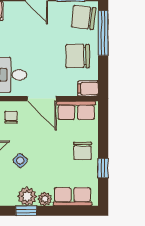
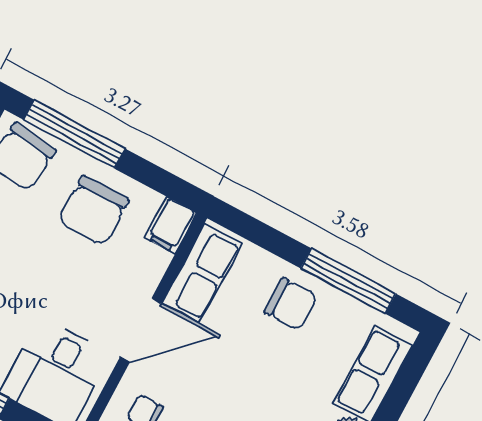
window: (103, 168) -> (348, 281), width x2.17

